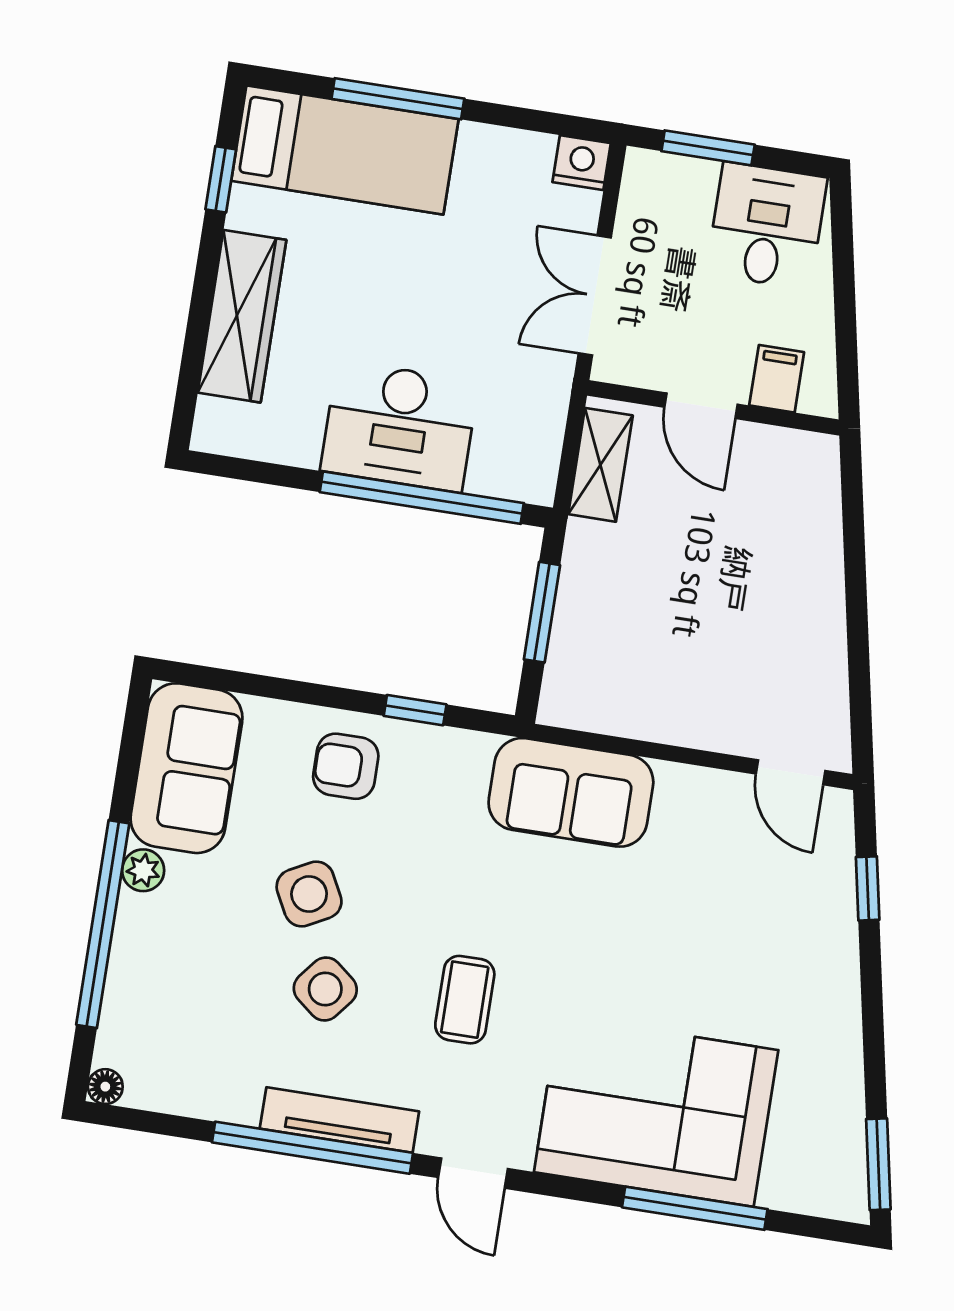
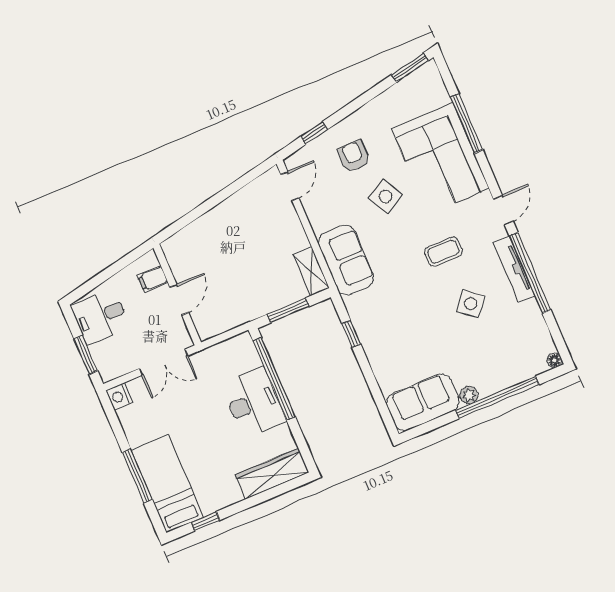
wardrobe: (242, 316) -> (272, 474), moved
shelving: (600, 465) -> (311, 271), moved, turned 90
armchair: (346, 766) -> (354, 156), moved, turned 180
side table: (309, 894) -> (385, 196), moved

